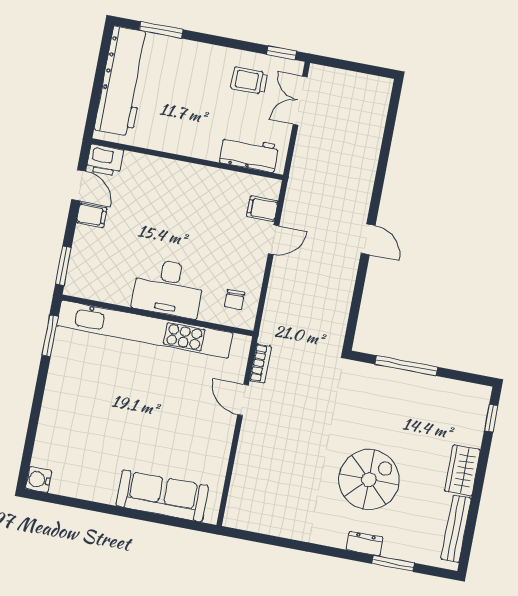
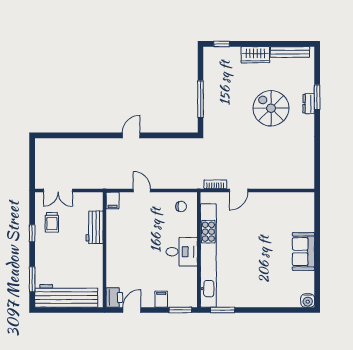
window: (282, 53) -> (32, 233), moved
workbench: (249, 154) -> (95, 227), moved
filing cabinet: (262, 209) -> (113, 200), moved
filing cabinet: (92, 215) -> (161, 299), moved
desk: (168, 288) -> (182, 252), width x0.73
sofa: (162, 496) -> (303, 252), moved, width x0.73
window: (393, 563) -> (317, 97), moved

